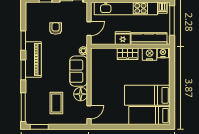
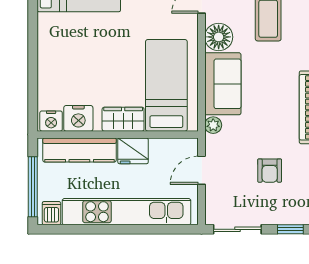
bed: (147, 95) -> (166, 85), moved, turned -90

